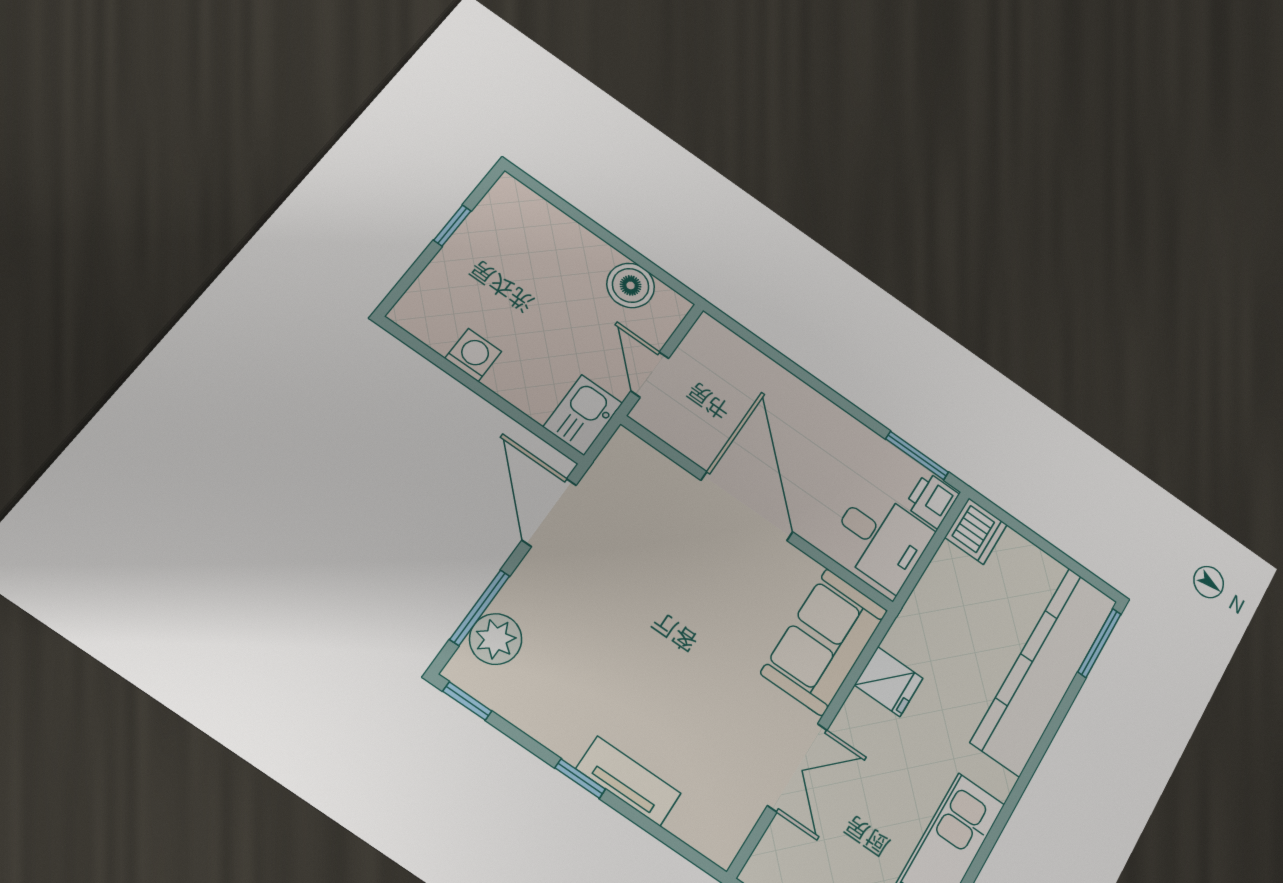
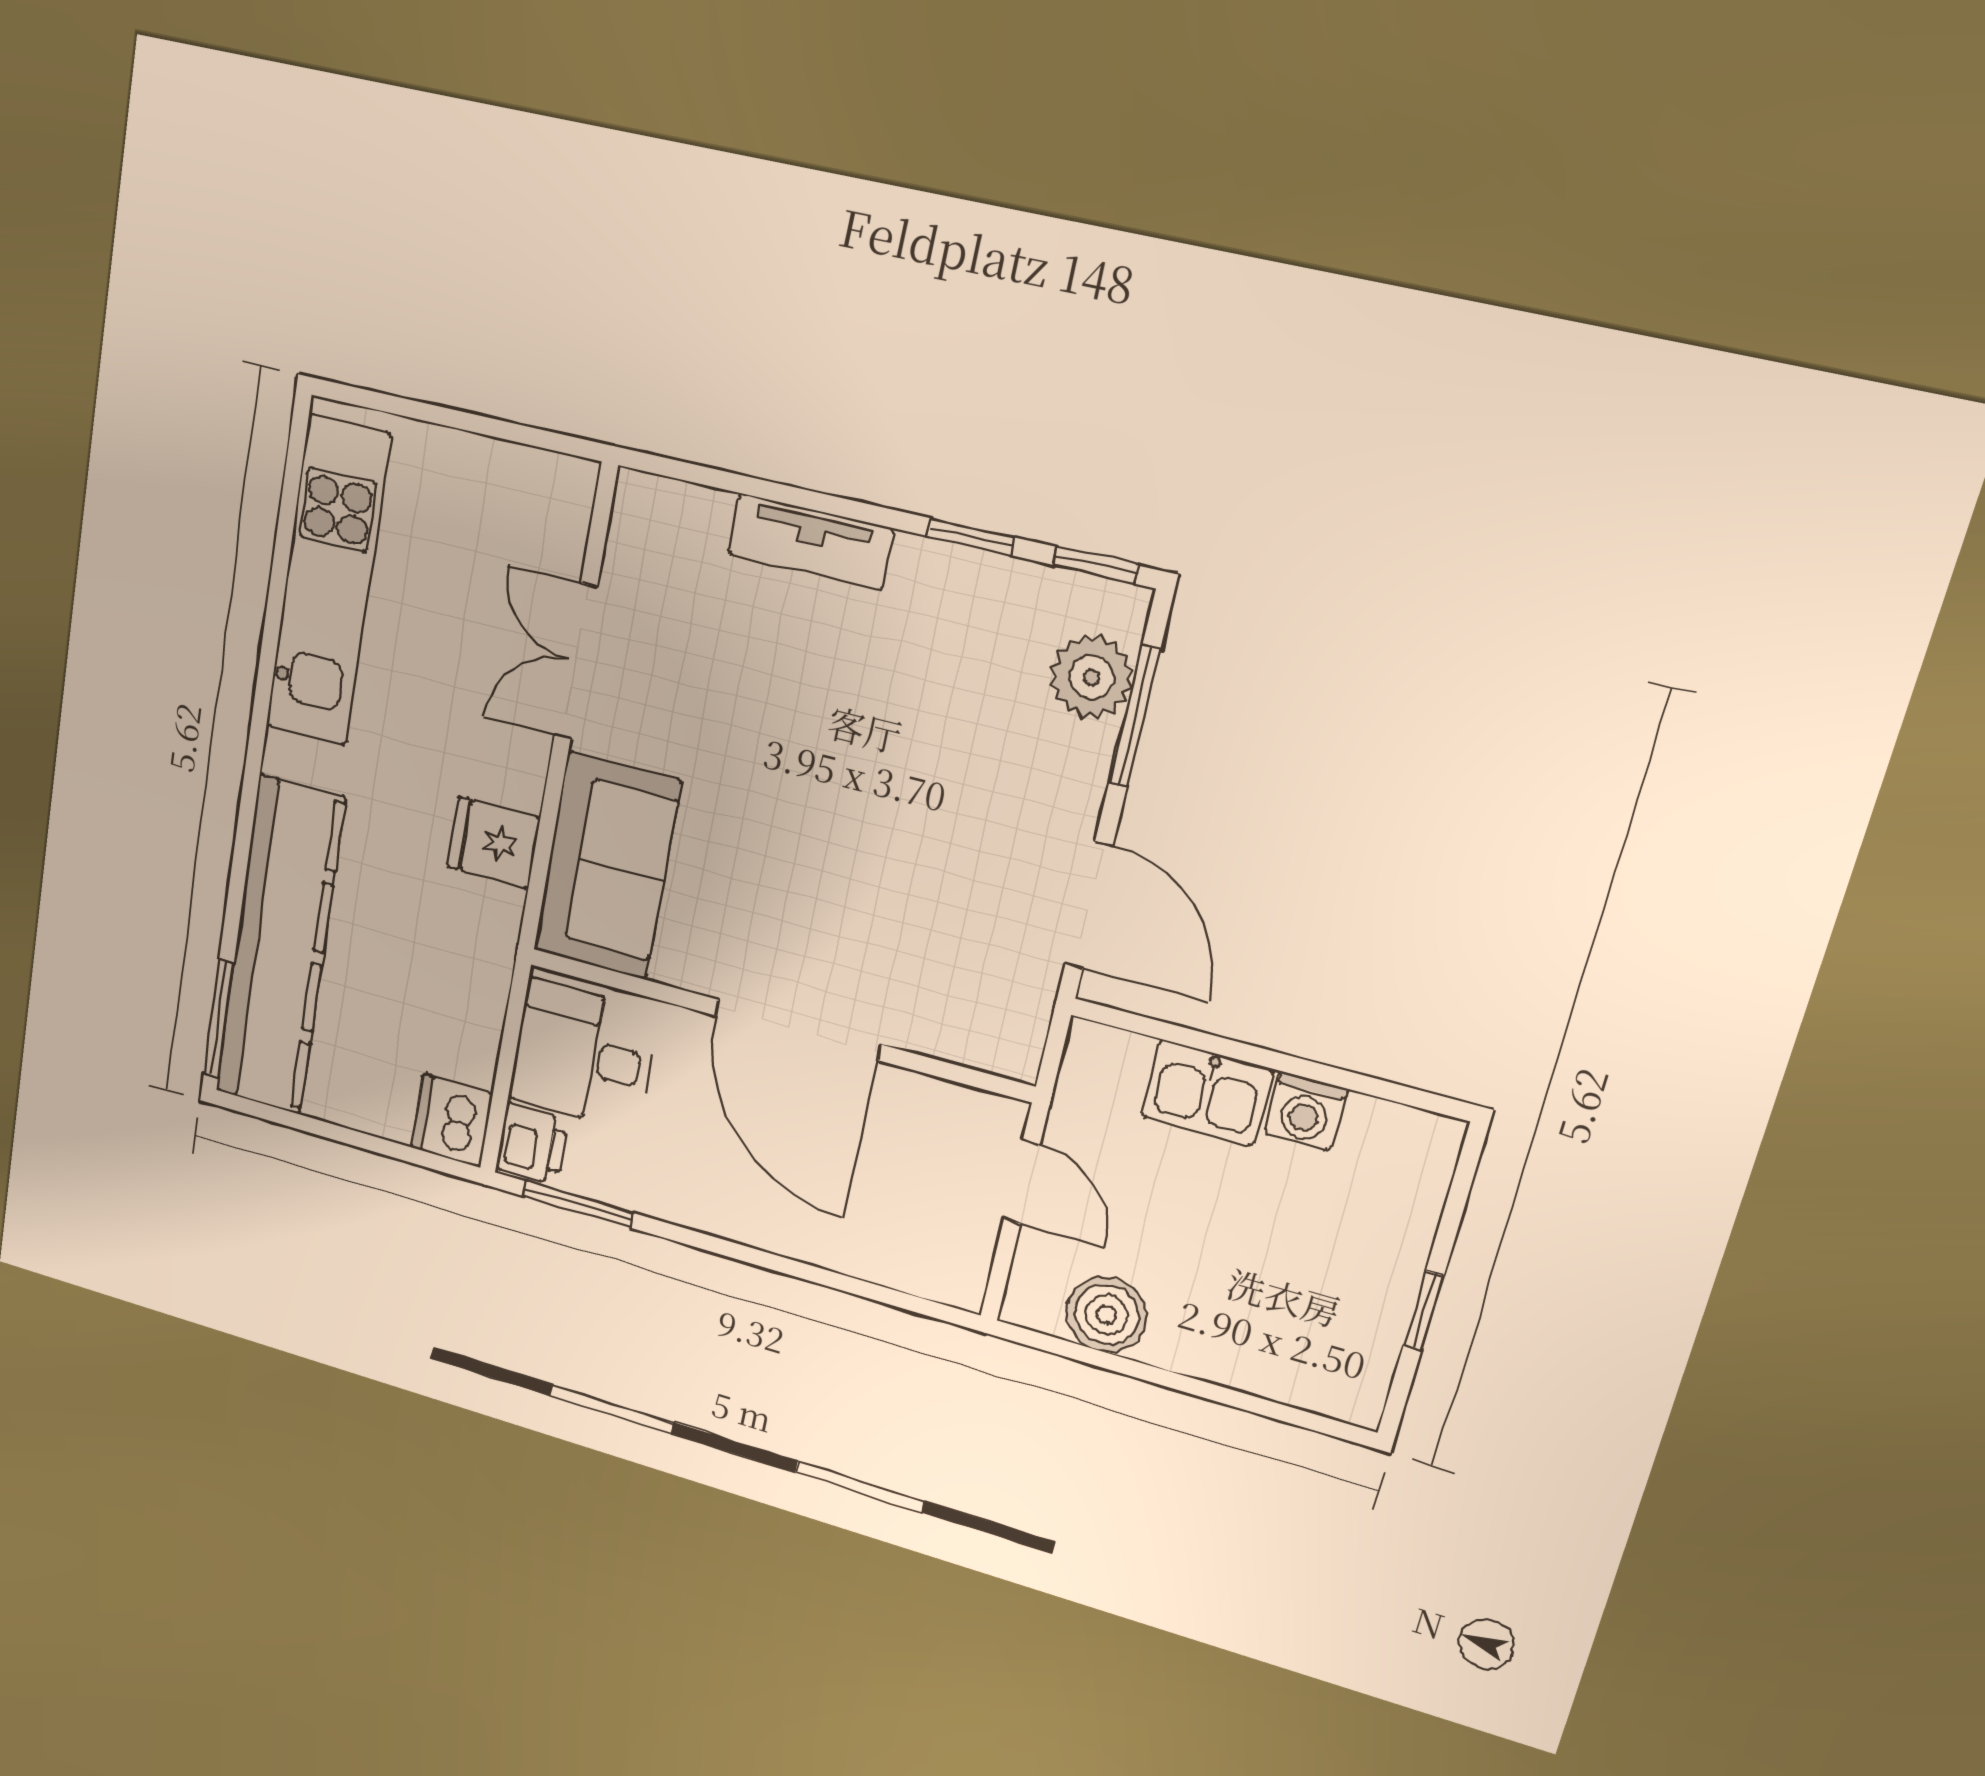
kitchen sink: (583, 415) -> (1207, 1093), moved, turned 90
window: (580, 779) -> (971, 537), moved

